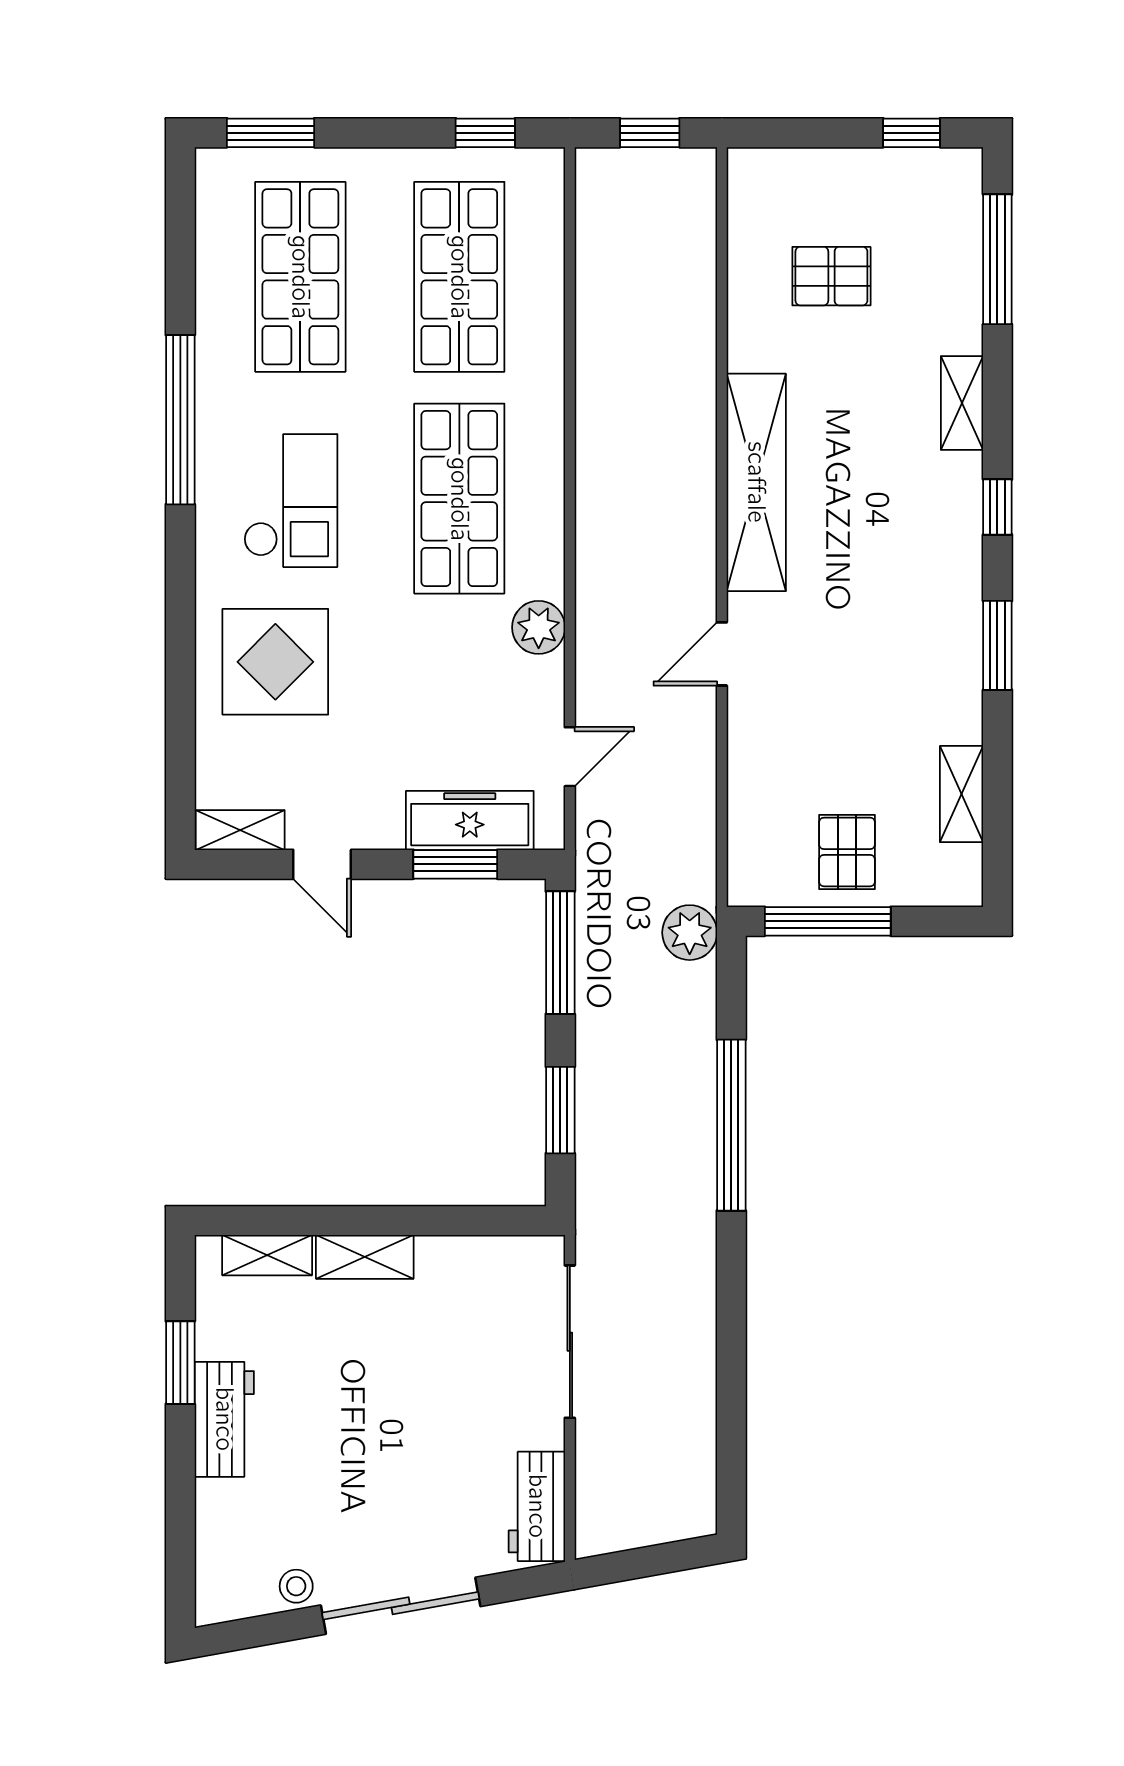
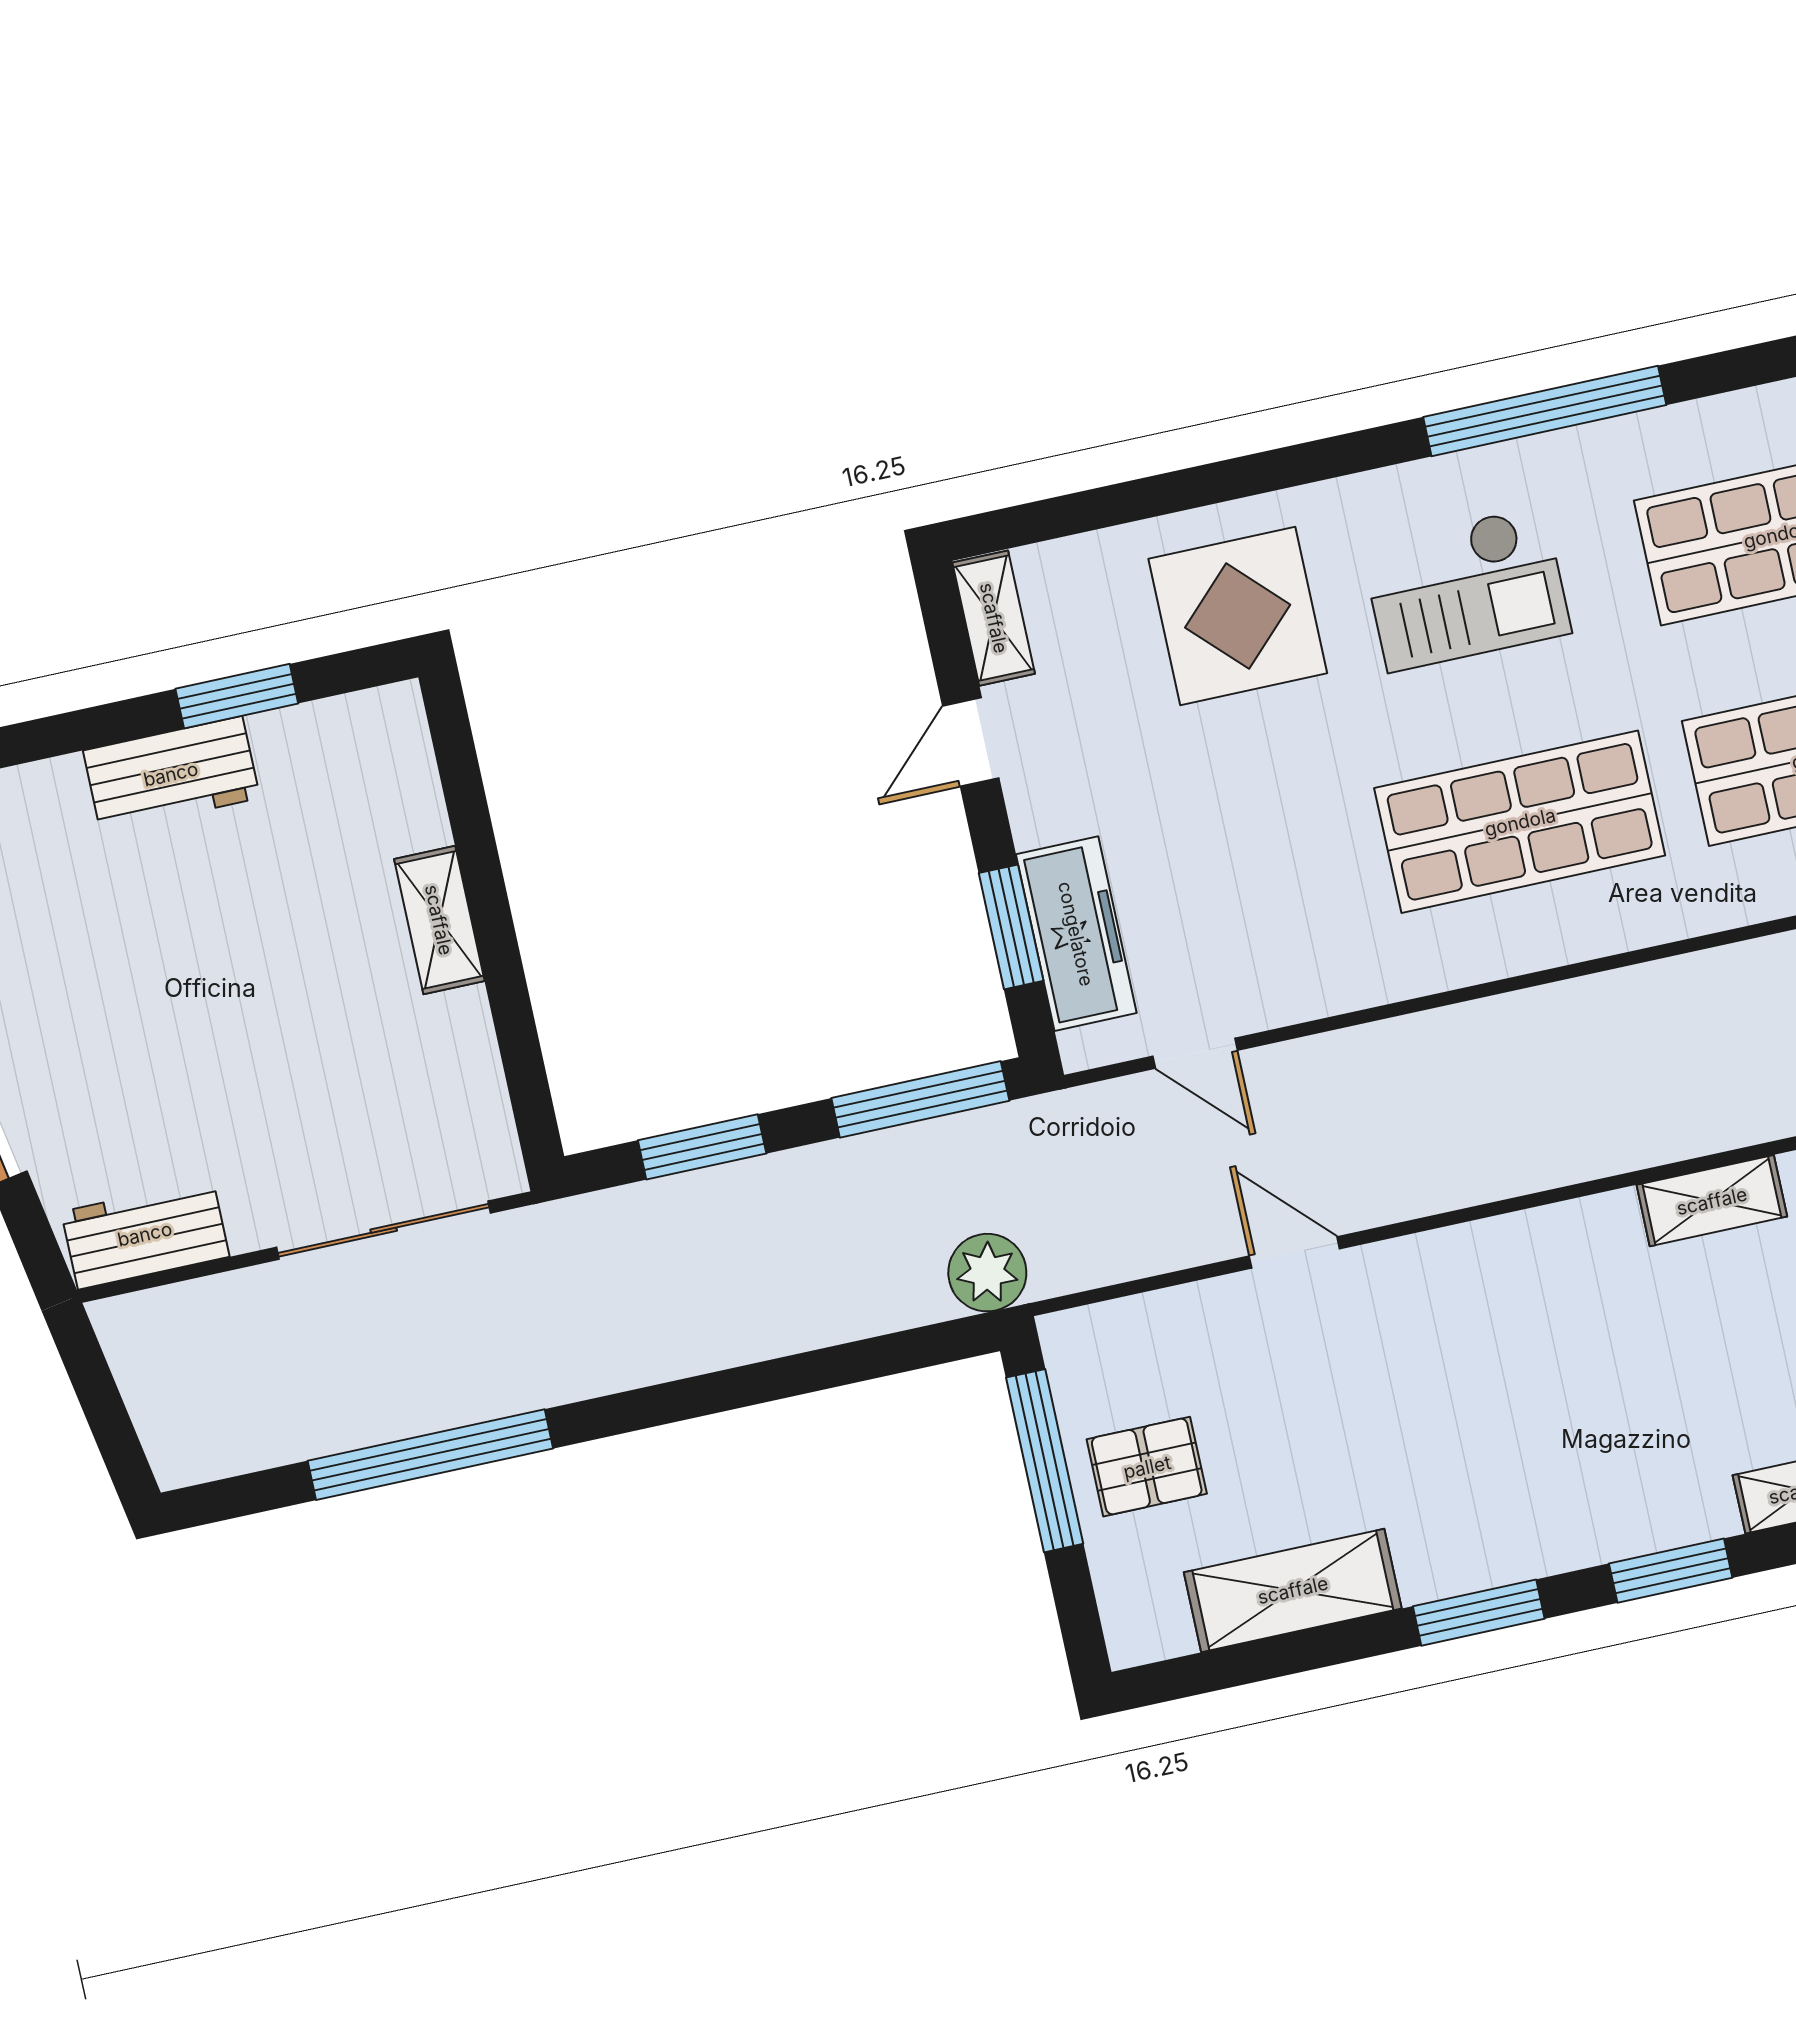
shelving: (756, 482) -> (1712, 1201), width x0.45, depth x0.75
window: (997, 507) -> (1671, 1571), width x1.50
plant: (539, 627) -> (1365, 971), removed
door: (722, 654) -> (1294, 1252), moved
shelving: (961, 794) -> (1293, 1590), width x1.50, depth x1.33
window: (731, 1125) -> (430, 1455), moved
shelving: (267, 1255) -> (412, 784), removed

